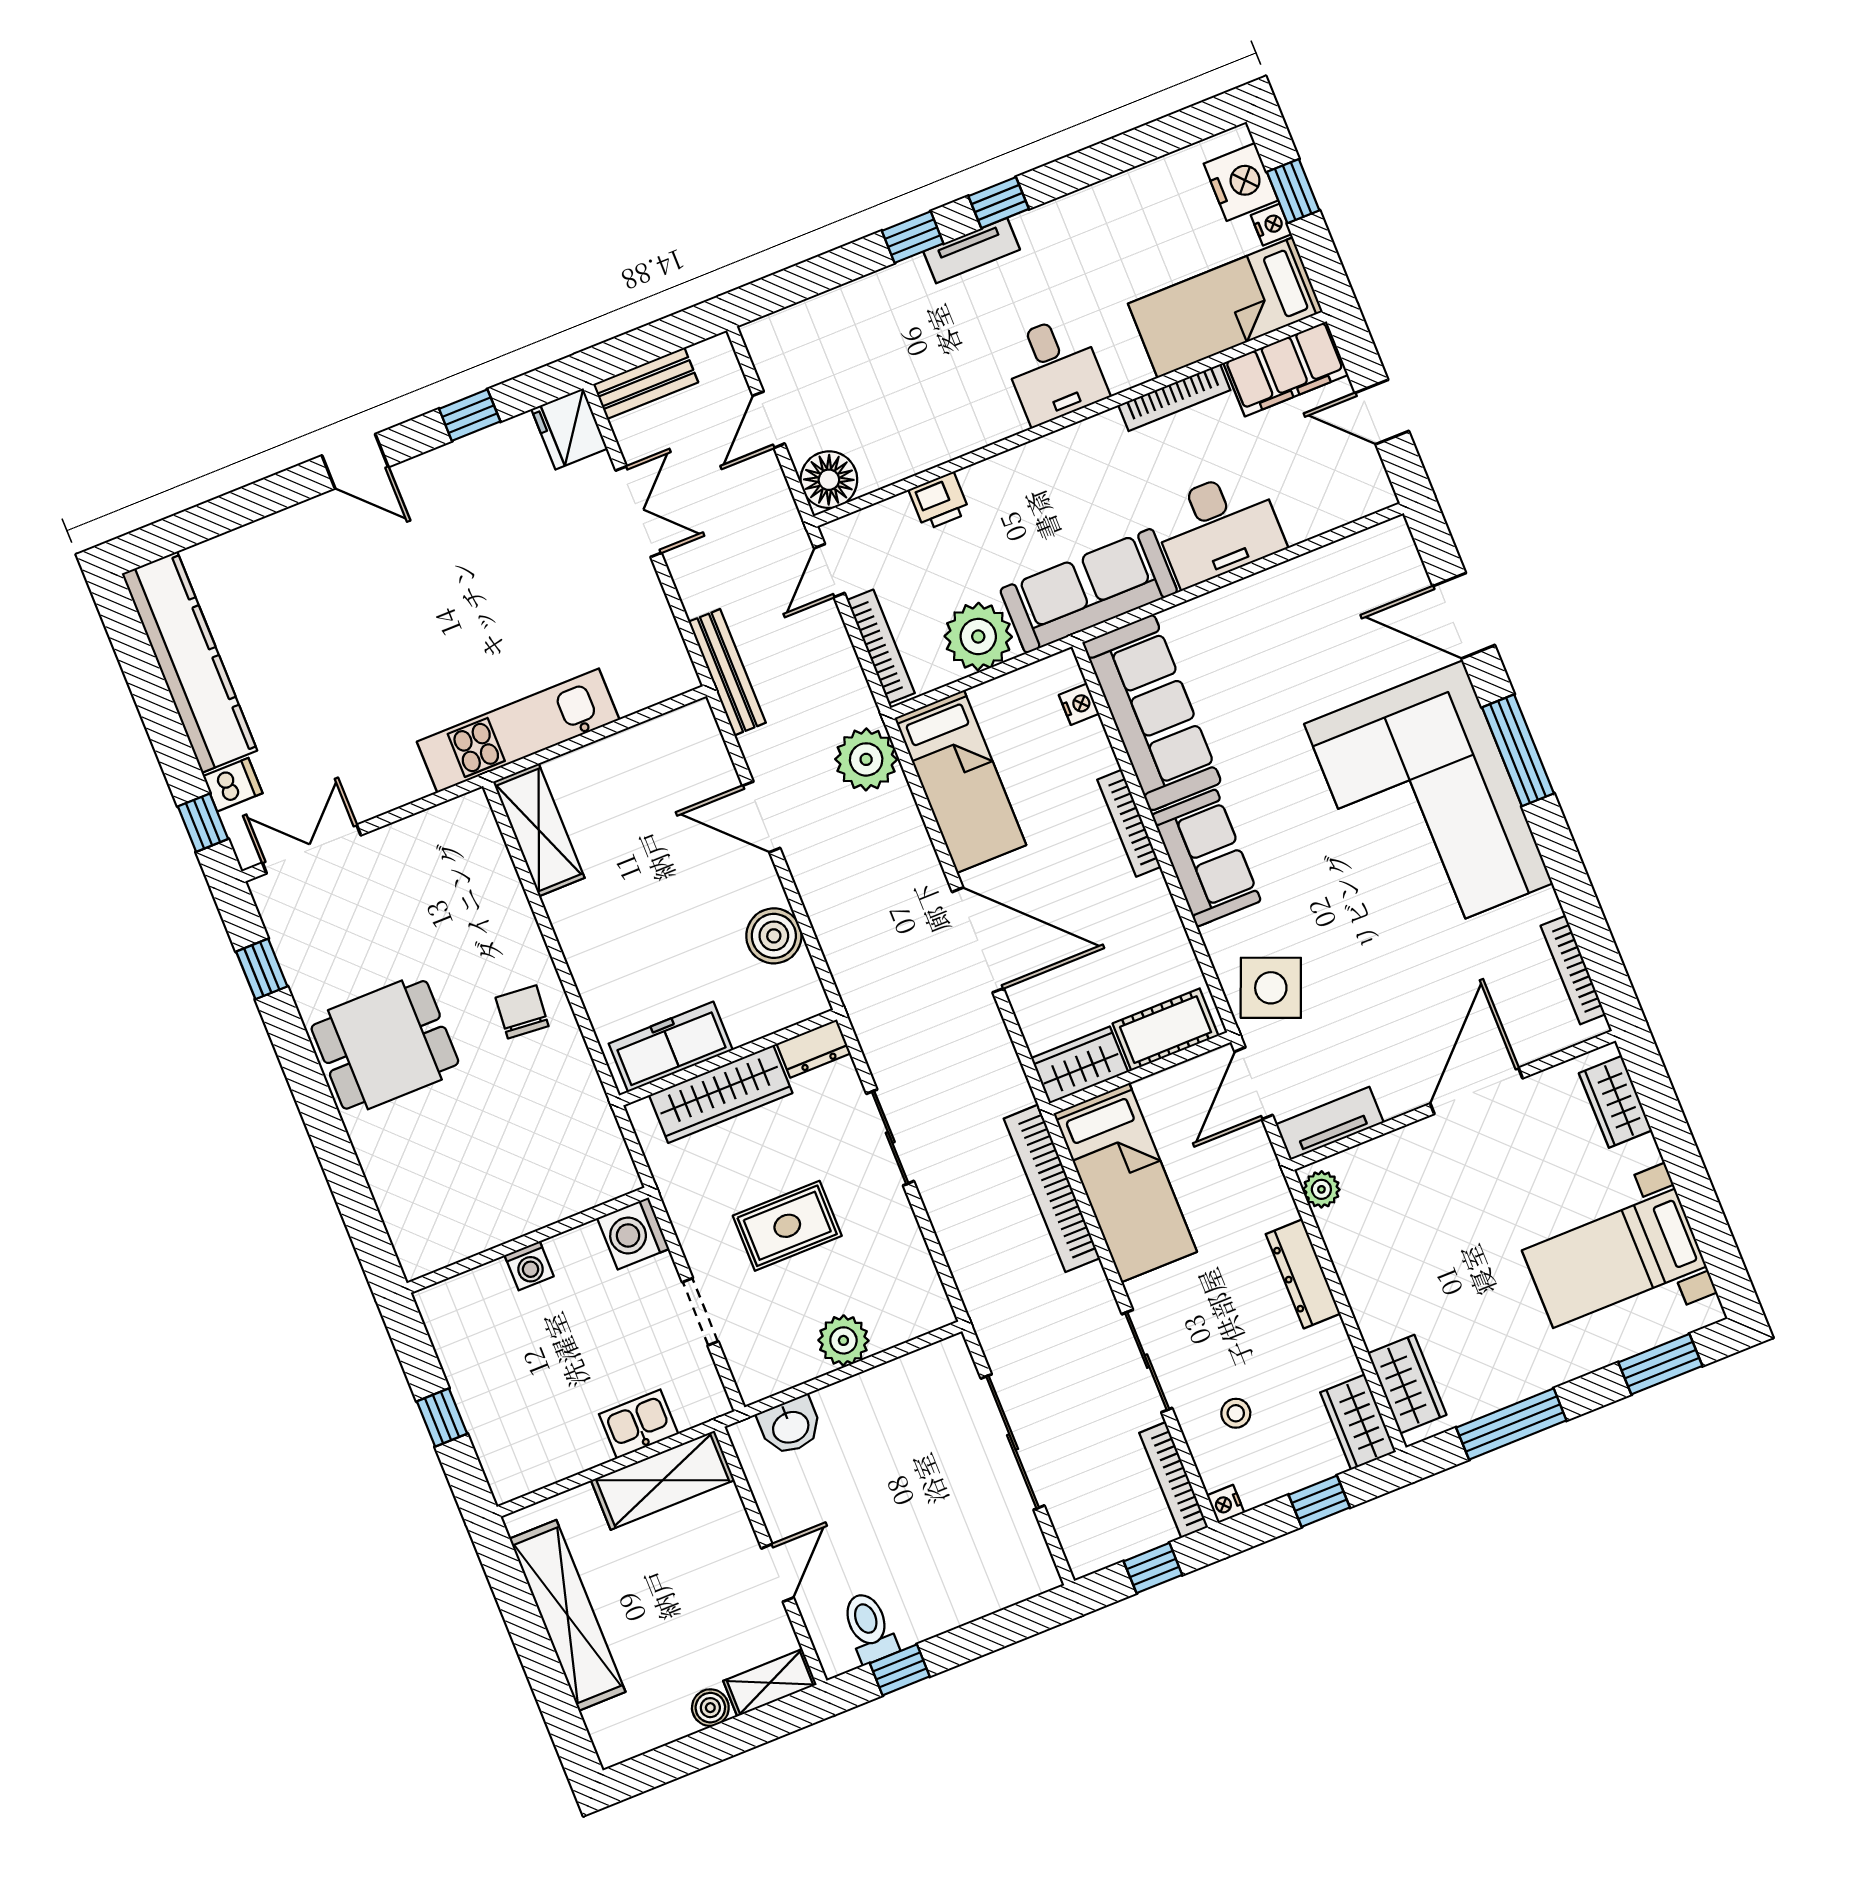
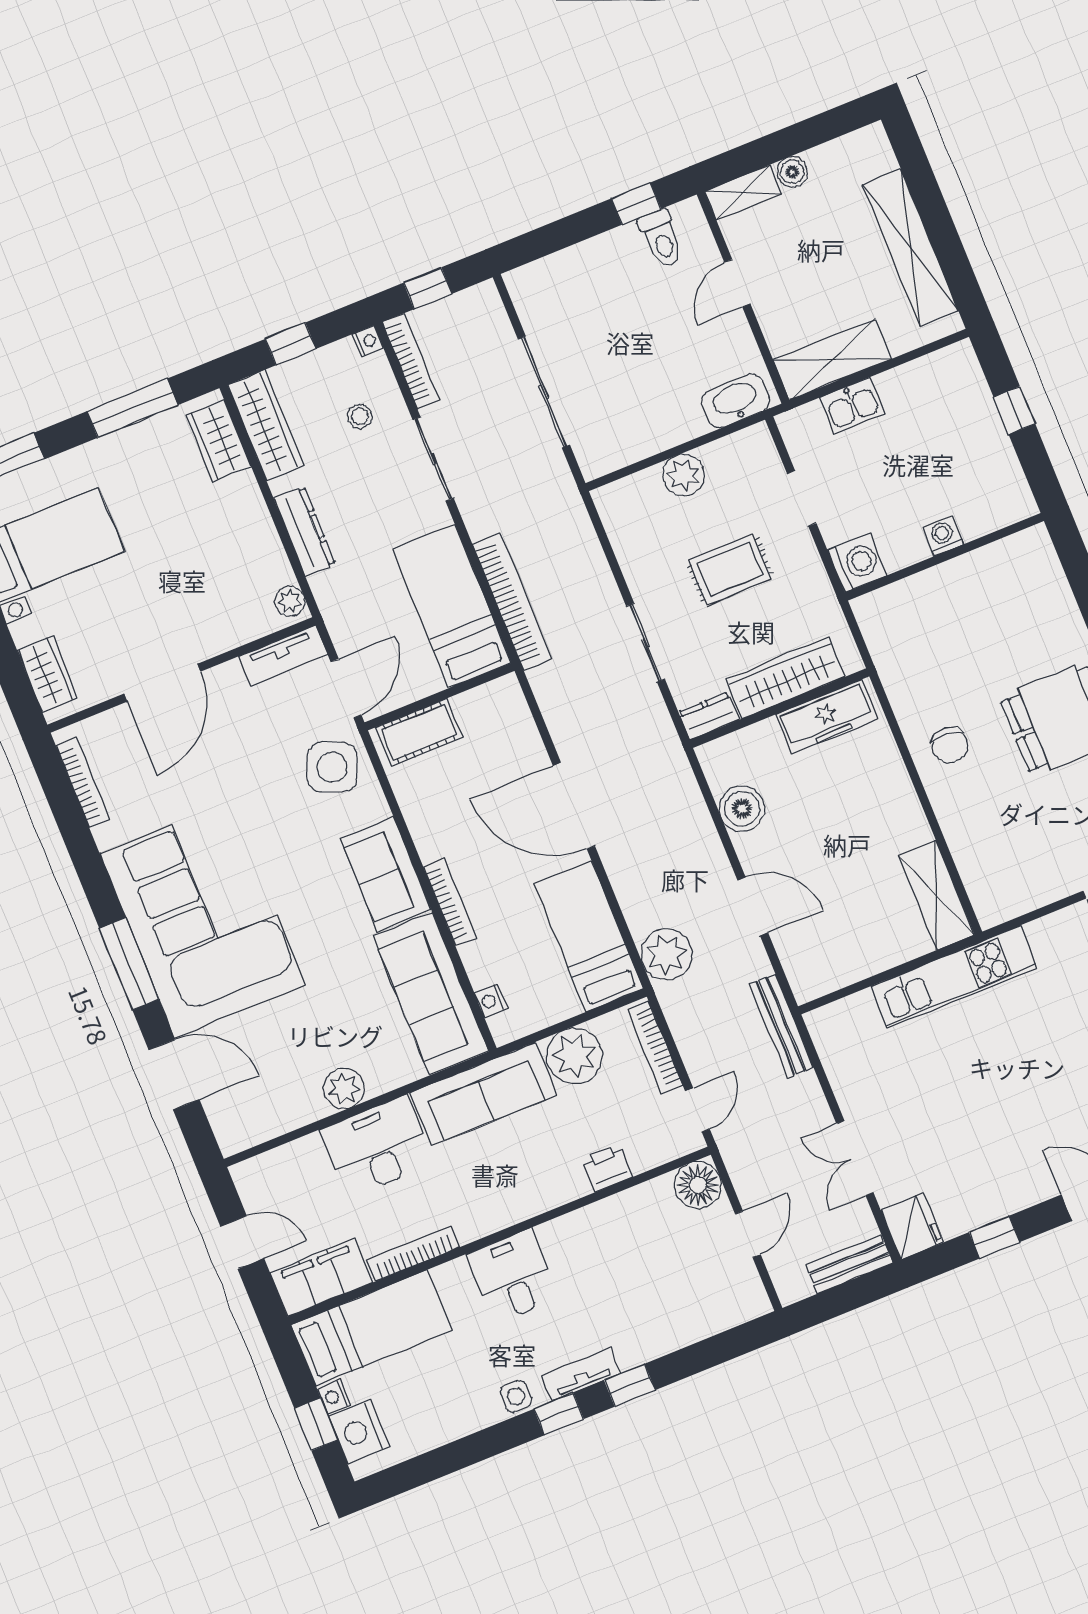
side table: (1050, 224) -> (516, 1396), added
plant: (1258, 598) -> (344, 1089), added
wardrobe: (1080, 1065) -> (490, 703), removed
wardrobe: (1358, 1422) -> (265, 425), width x1.50
washbasin: (790, 1426) -> (736, 401), width x1.38

